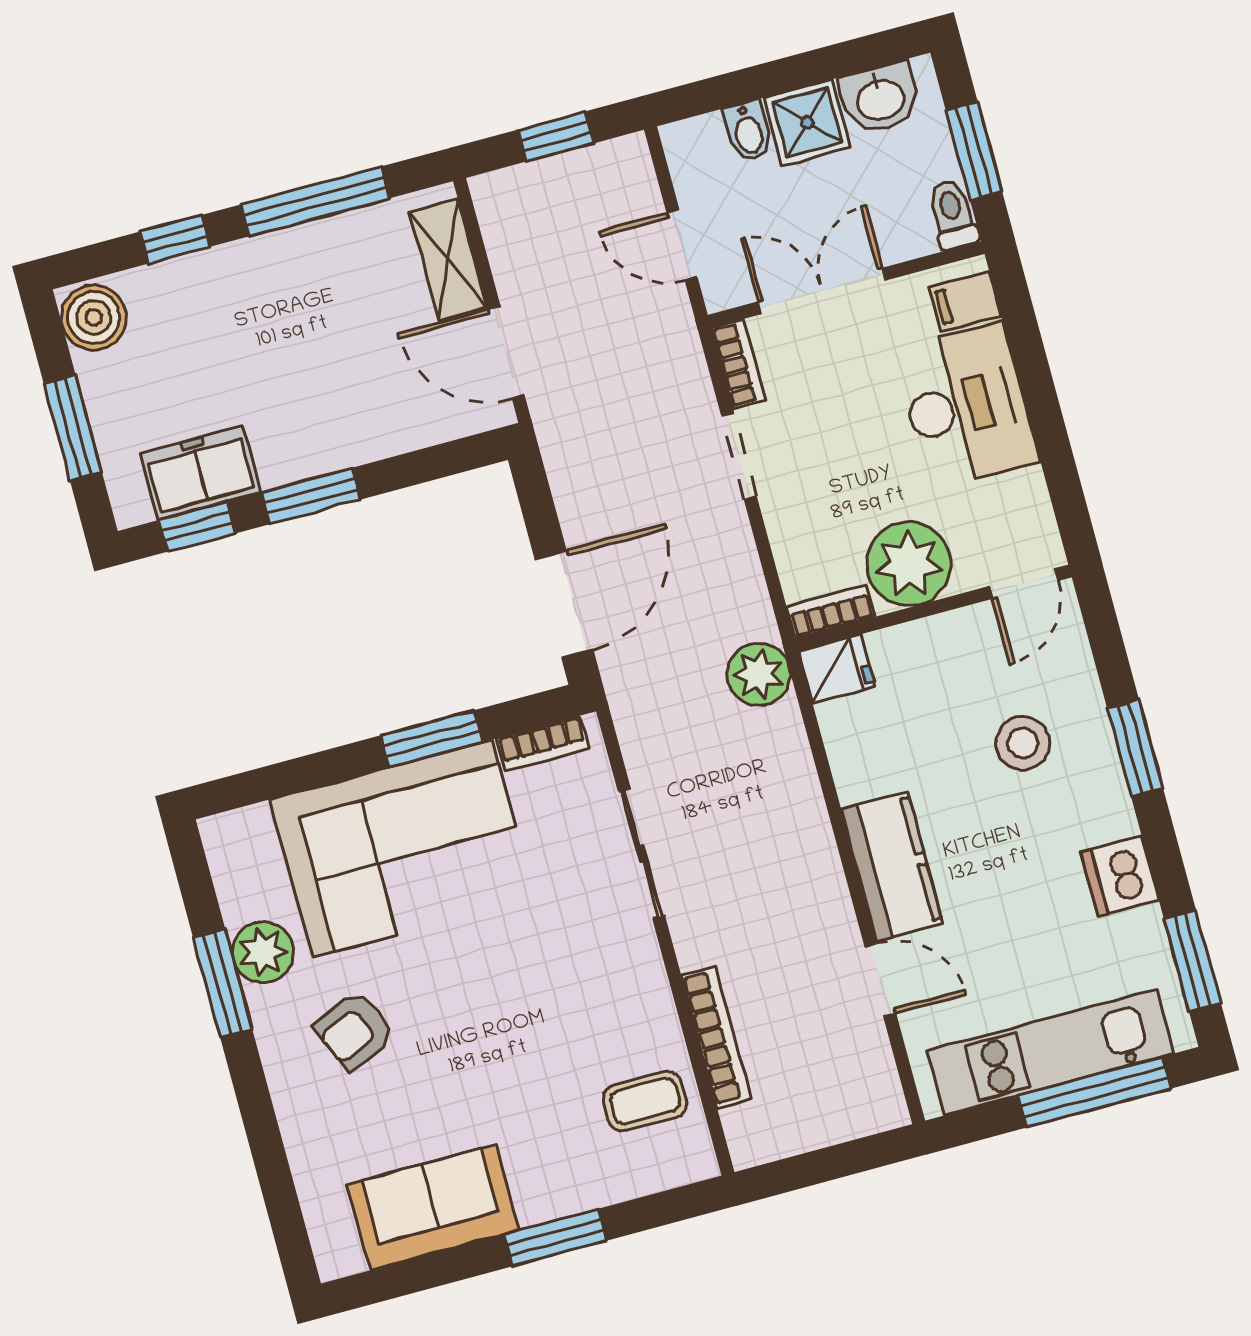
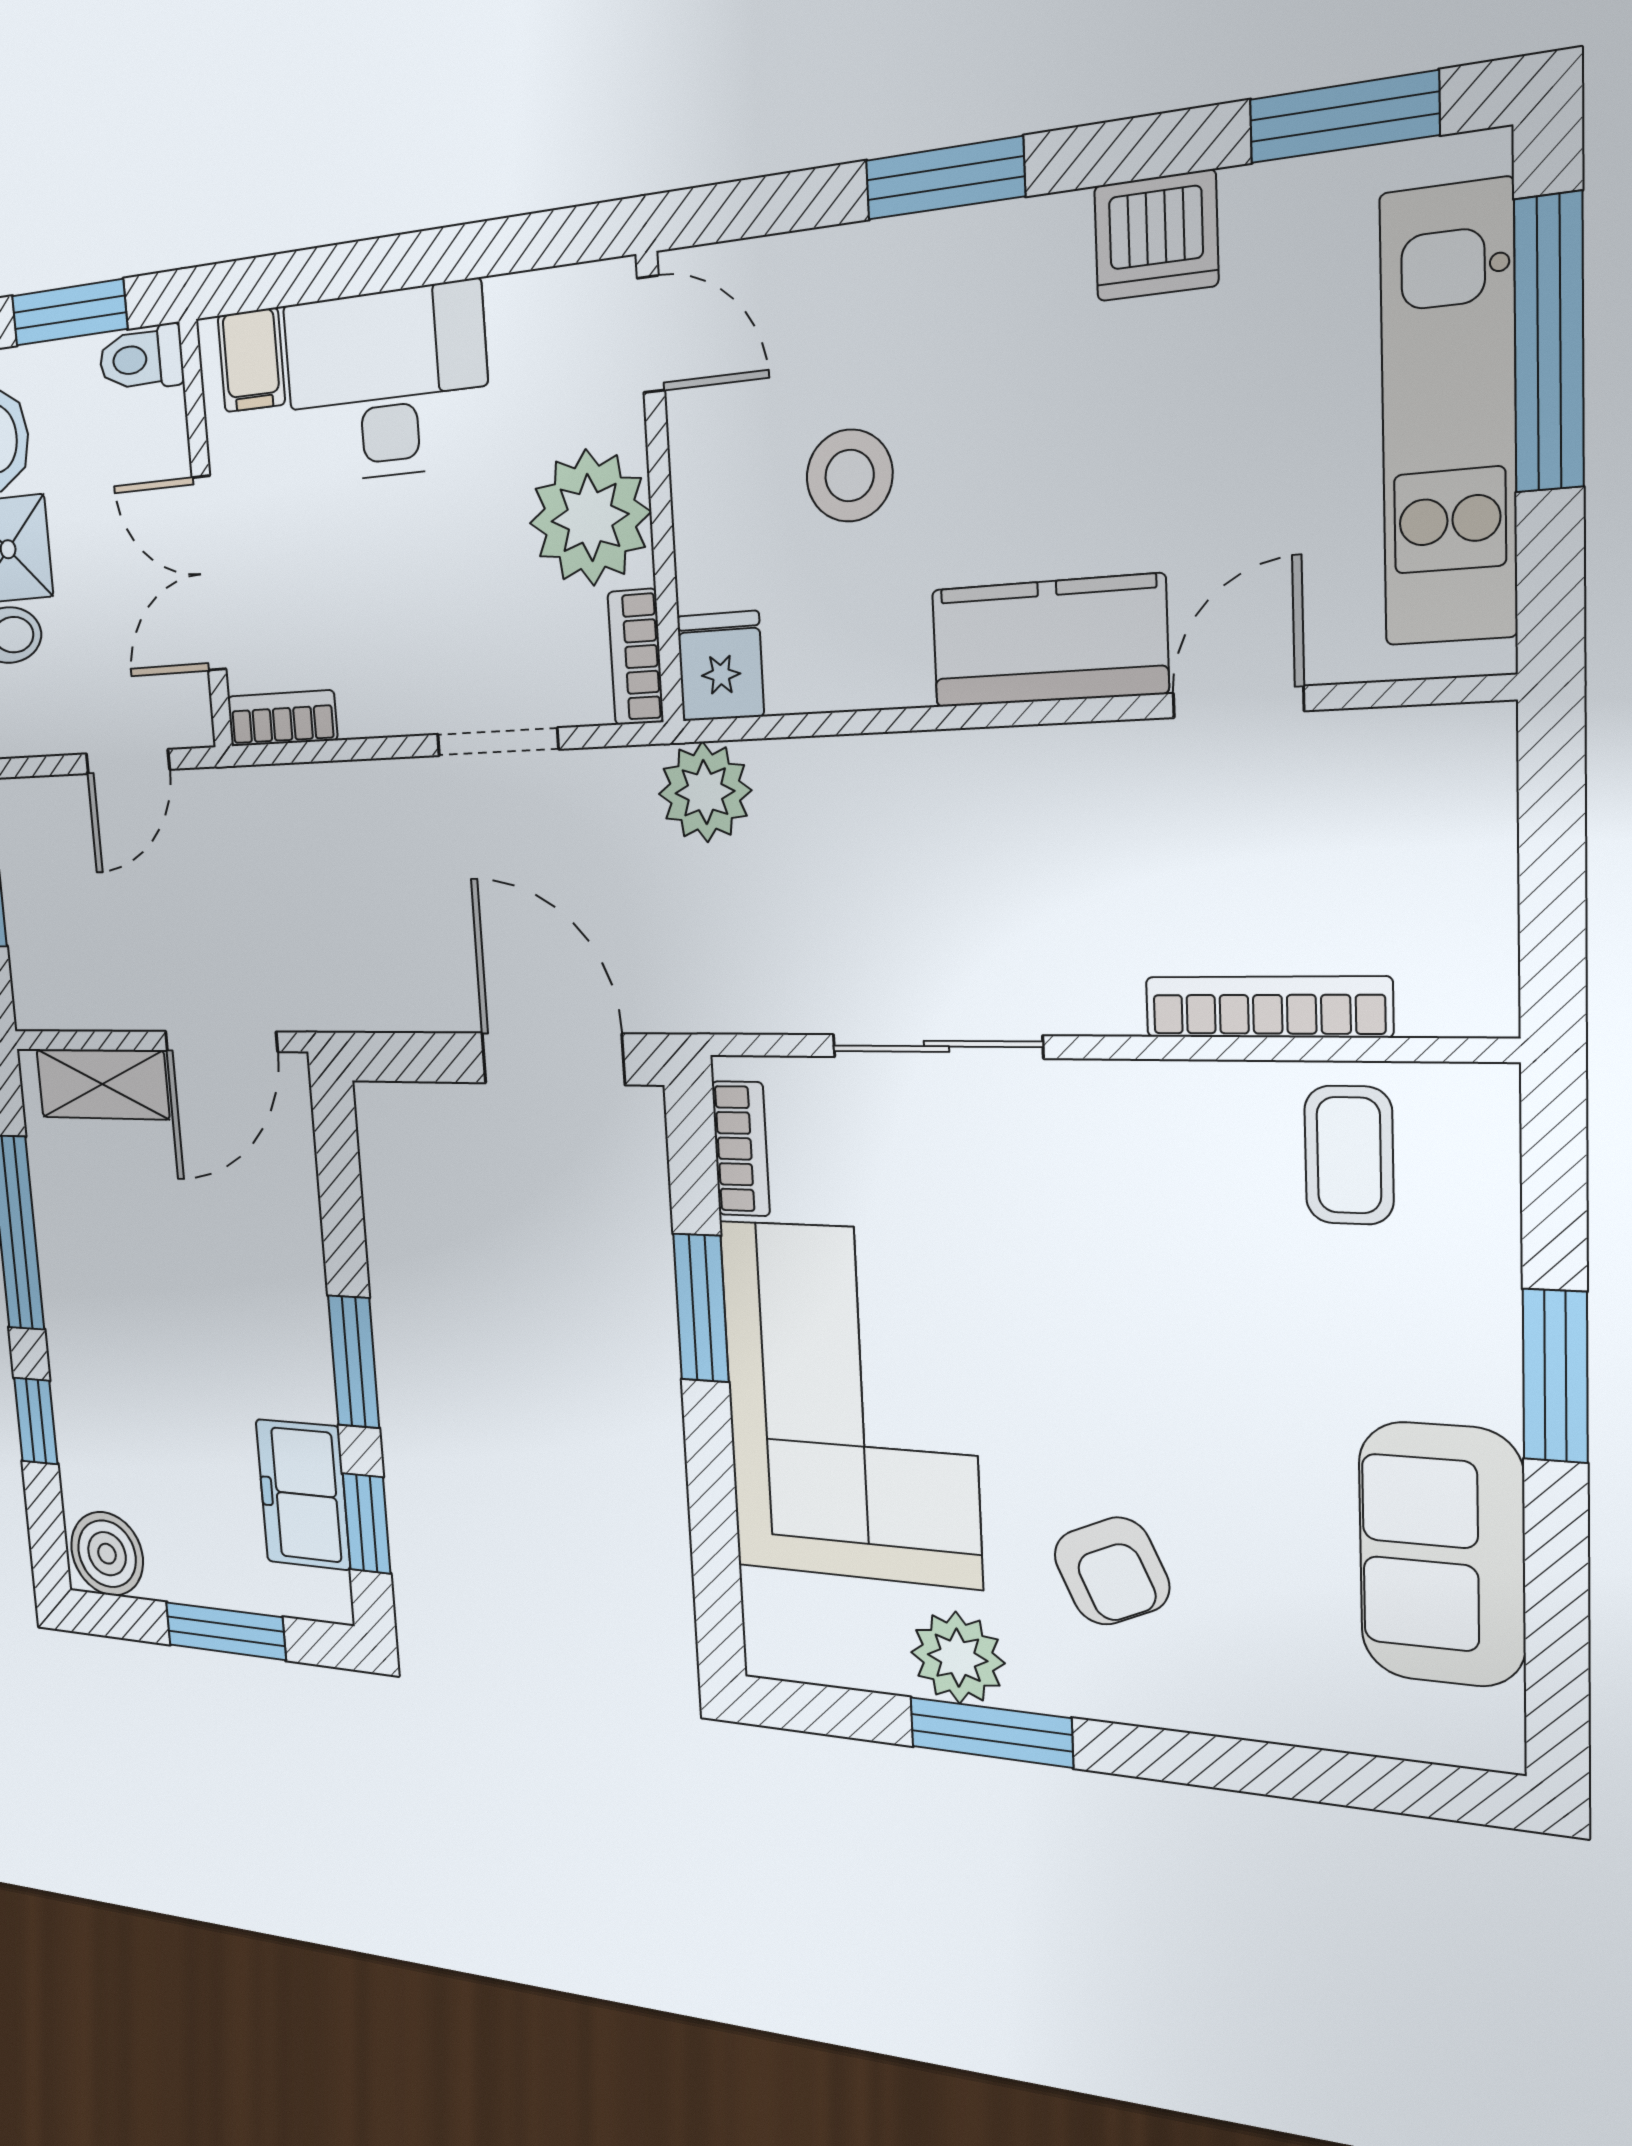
doorway: (739, 456) -> (498, 742), moved
stool: (1023, 743) -> (850, 476), moved

